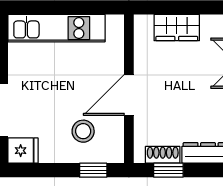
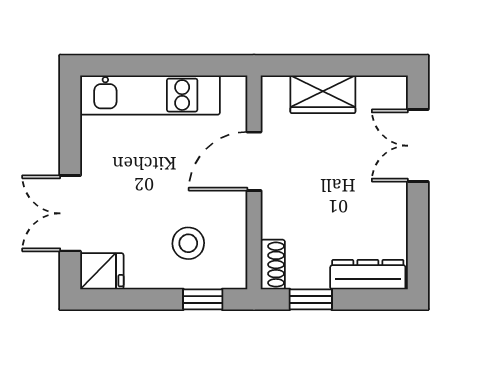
door: (129, 95) -> (254, 161), moved
shoe rack: (163, 155) -> (273, 265), moved, turned 90

